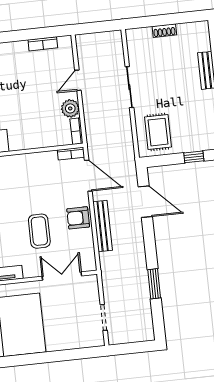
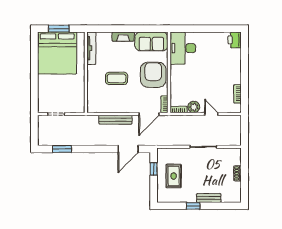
rug: (158, 132) -> (174, 176), moved, turned 90
window: (194, 157) -> (154, 169), moved
armchair: (78, 218) -> (153, 75), moved, width x1.88, depth x1.88
double door: (62, 276) -> (86, 90), removed
window: (154, 284) -> (62, 149), moved

